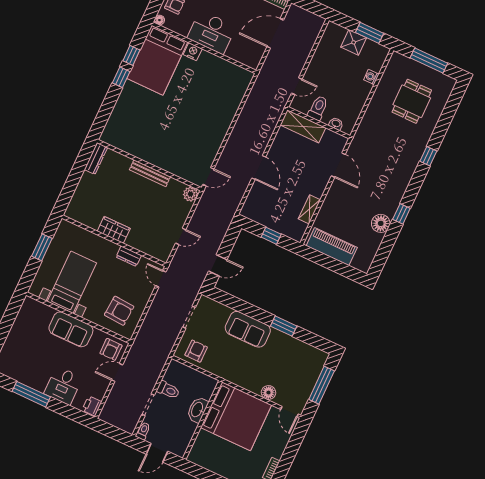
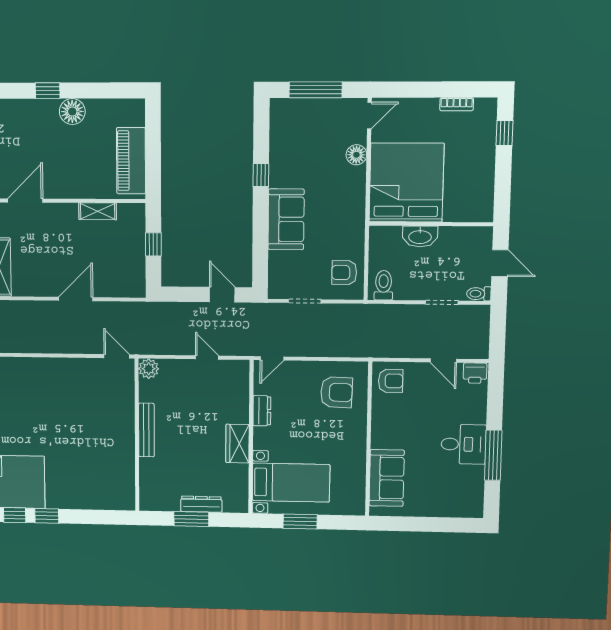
dresser: (96, 158) -> (201, 504), moved
window: (76, 175) -> (191, 519), added
bed with nightstands: (72, 282) -> (291, 483), moved, turned 180
armchair: (119, 311) -> (336, 392), turned 88
window: (284, 326) -> (261, 175), width x0.67
sofa: (71, 329) -> (387, 478), moved
door: (117, 372) -> (443, 361), moved
desk: (63, 386) -> (464, 444), moved
toilet: (168, 390) -> (384, 285), moved

